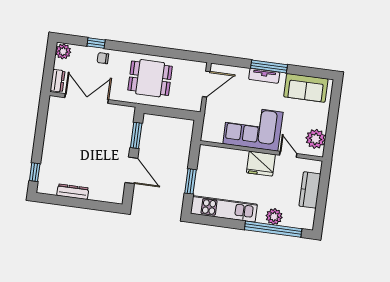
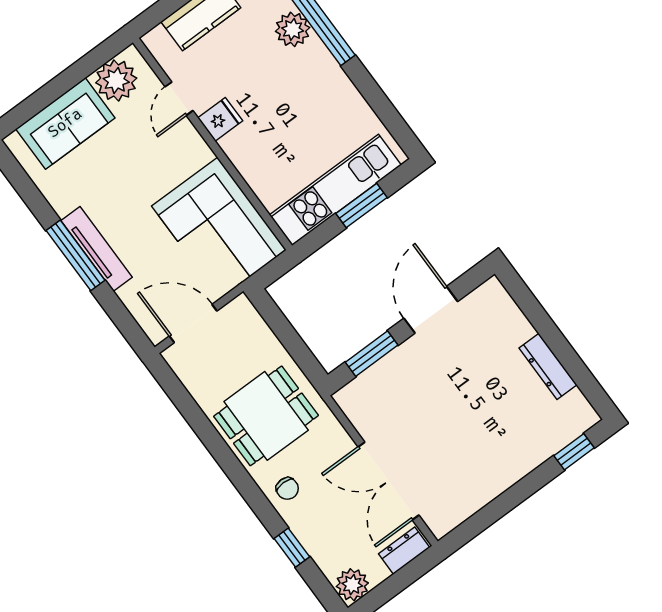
chair: (103, 58) -> (287, 488), moved
tv unit: (264, 76) -> (97, 249), width x1.41
dining table: (150, 78) -> (266, 416), turned 90
sofa: (306, 88) -> (65, 123), moved, turned 90
corner sofa: (253, 128) -> (219, 228), moved
fridge: (261, 164) -> (220, 119), width x0.53, depth x0.75
kitchen unit: (224, 209) -> (335, 190), moved, turned 90

